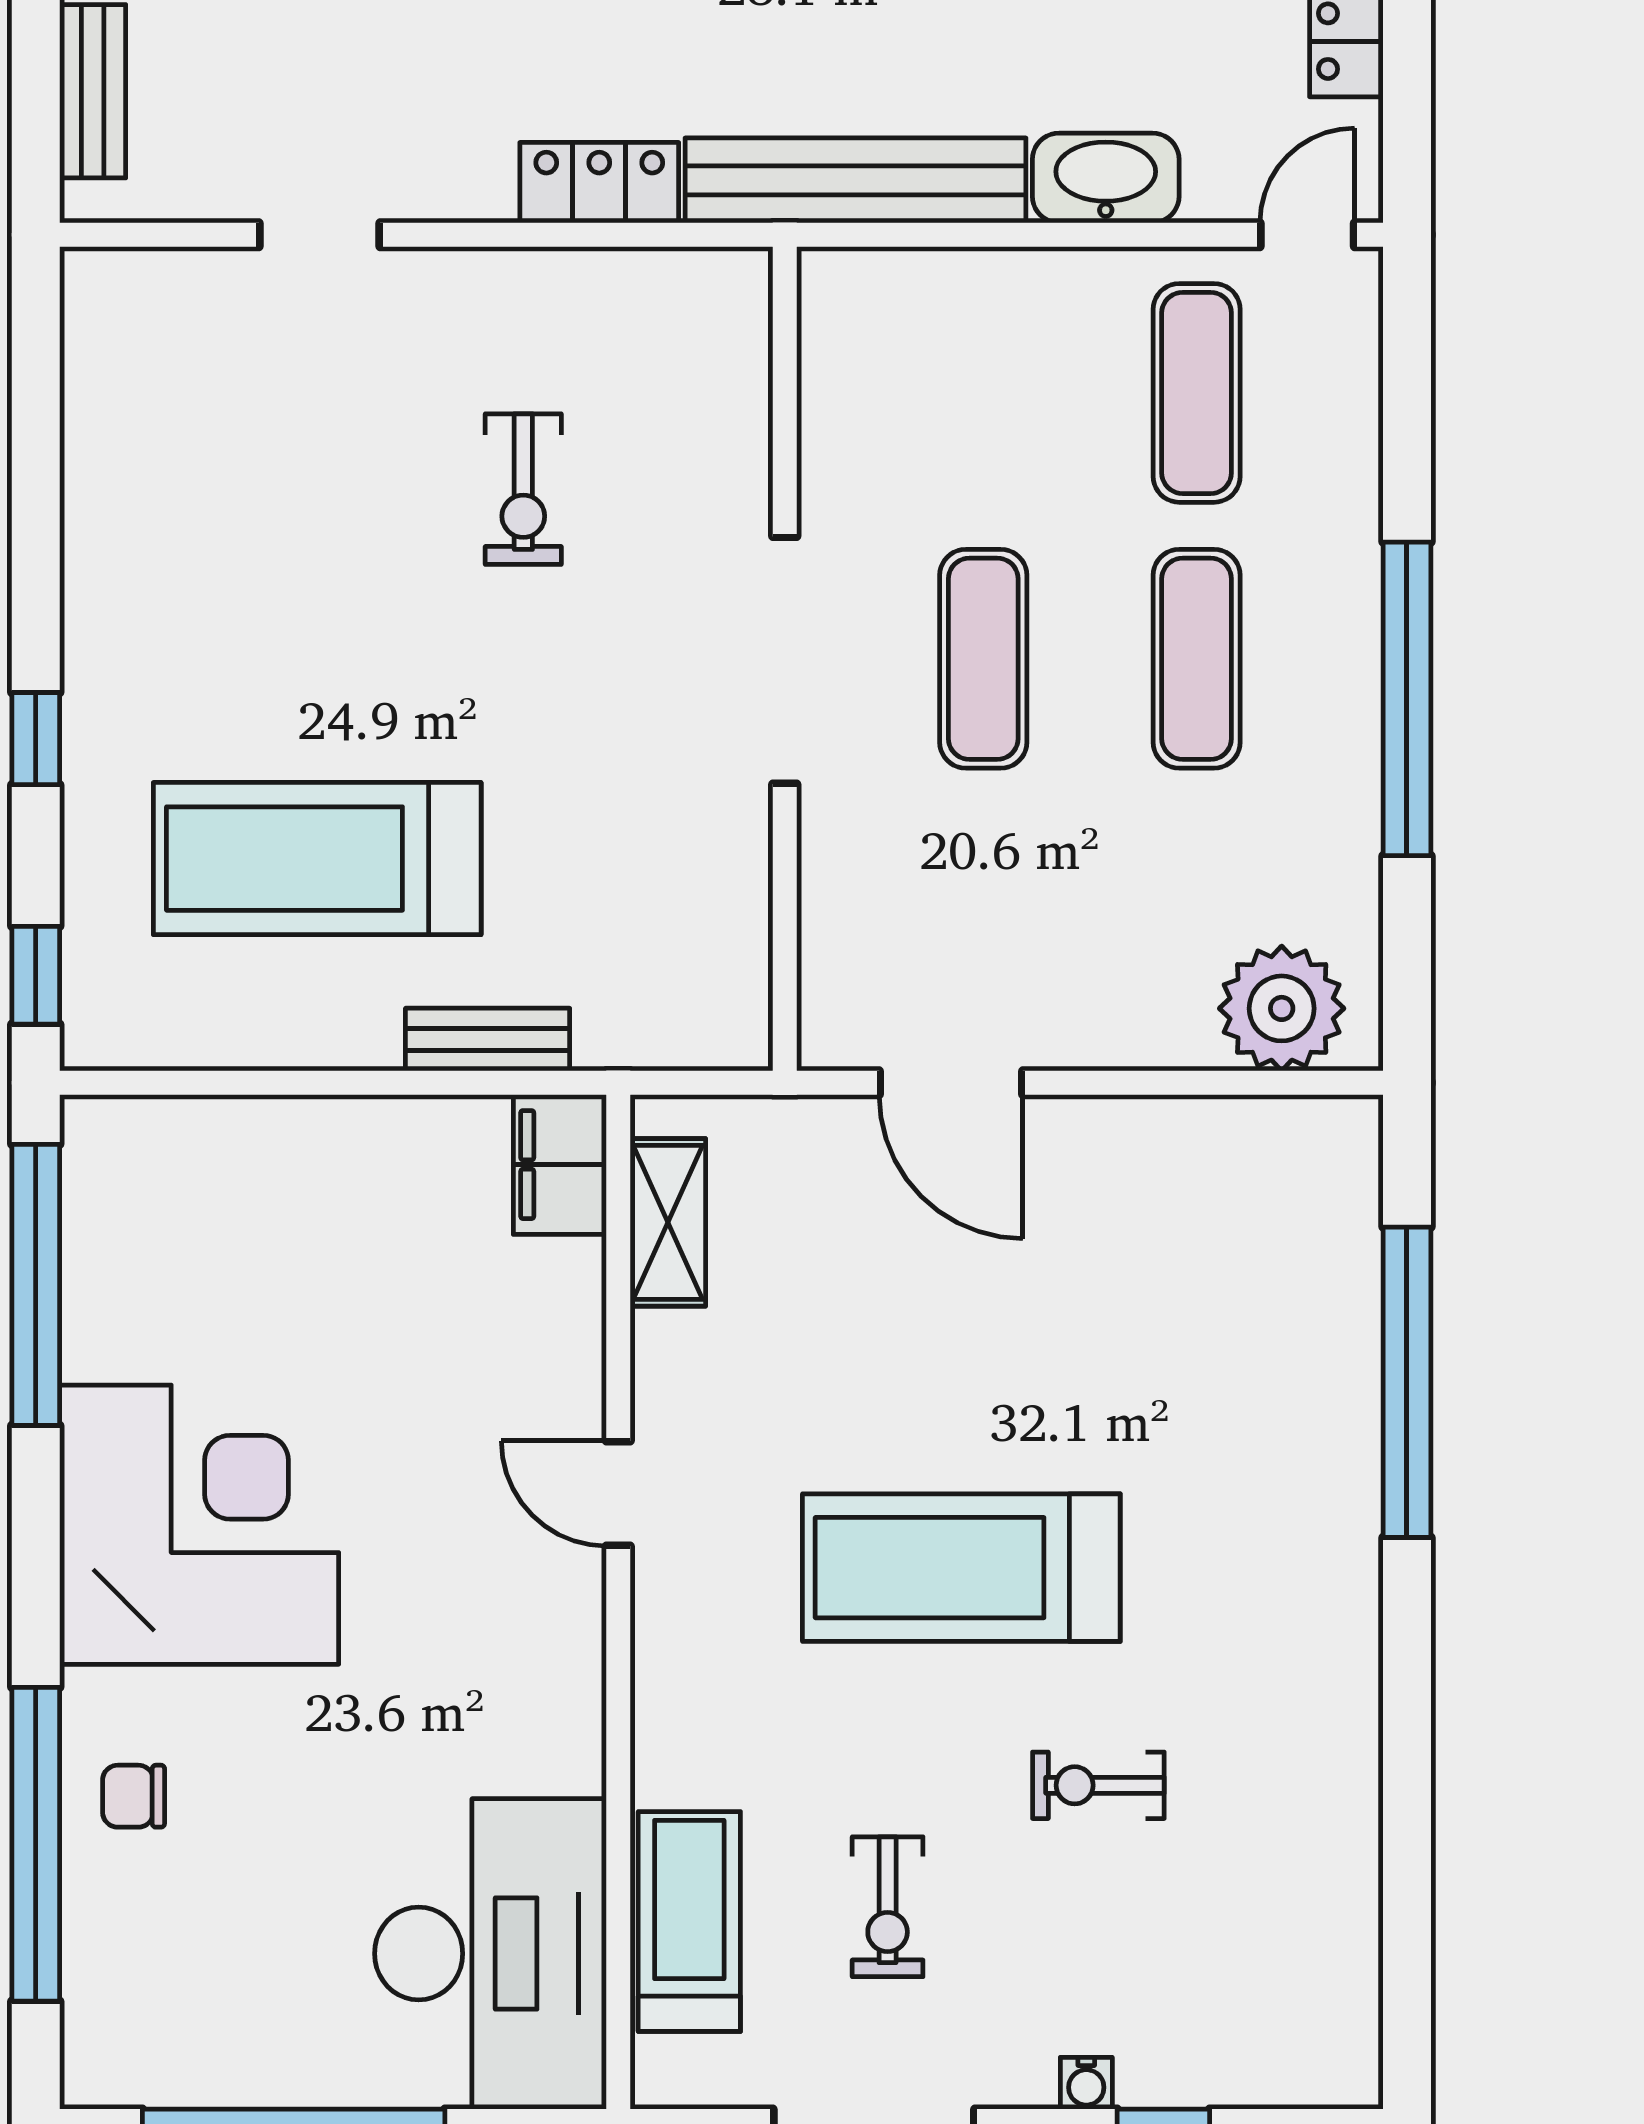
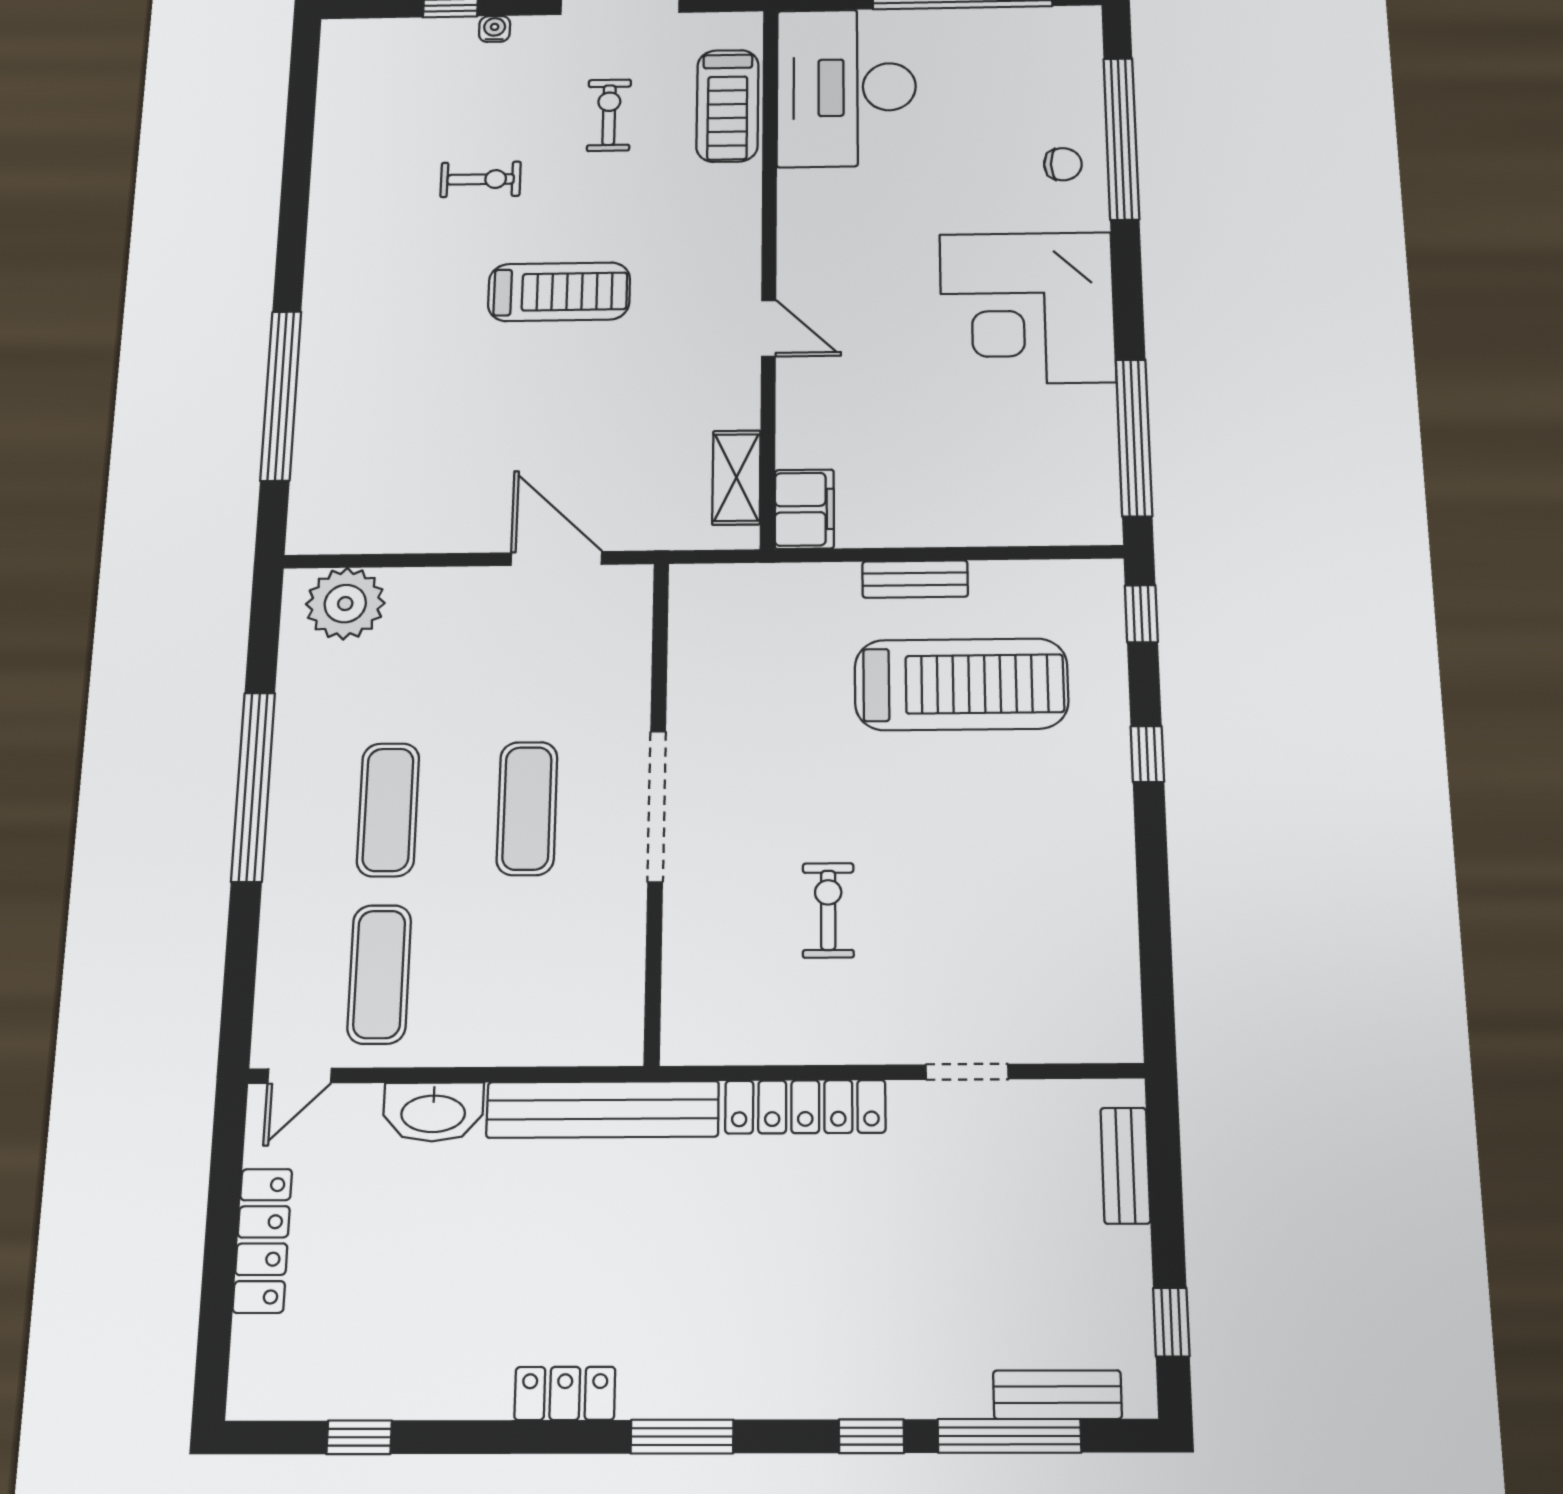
locker: (599, 183) -> (805, 1107), width x1.53
bench: (488, 1040) -> (915, 579), moved
treadmill: (961, 1568) -> (559, 292), width x0.73, depth x0.73

